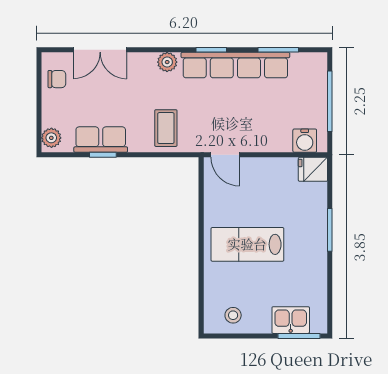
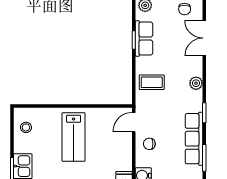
row of seats: (235, 65) -> (194, 139), width x0.73
chair: (258, 132) -> (149, 144), added
lab bench: (247, 244) -> (74, 137), turned 180

